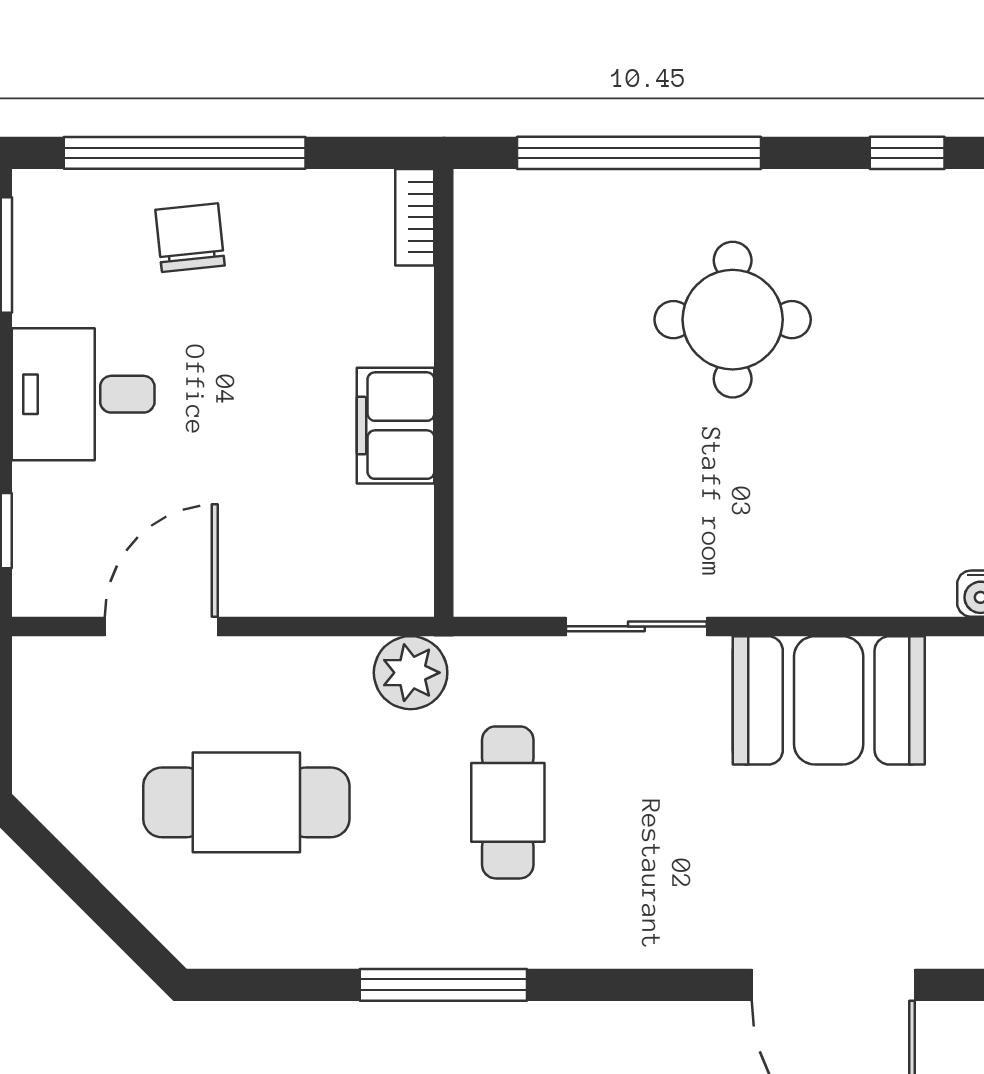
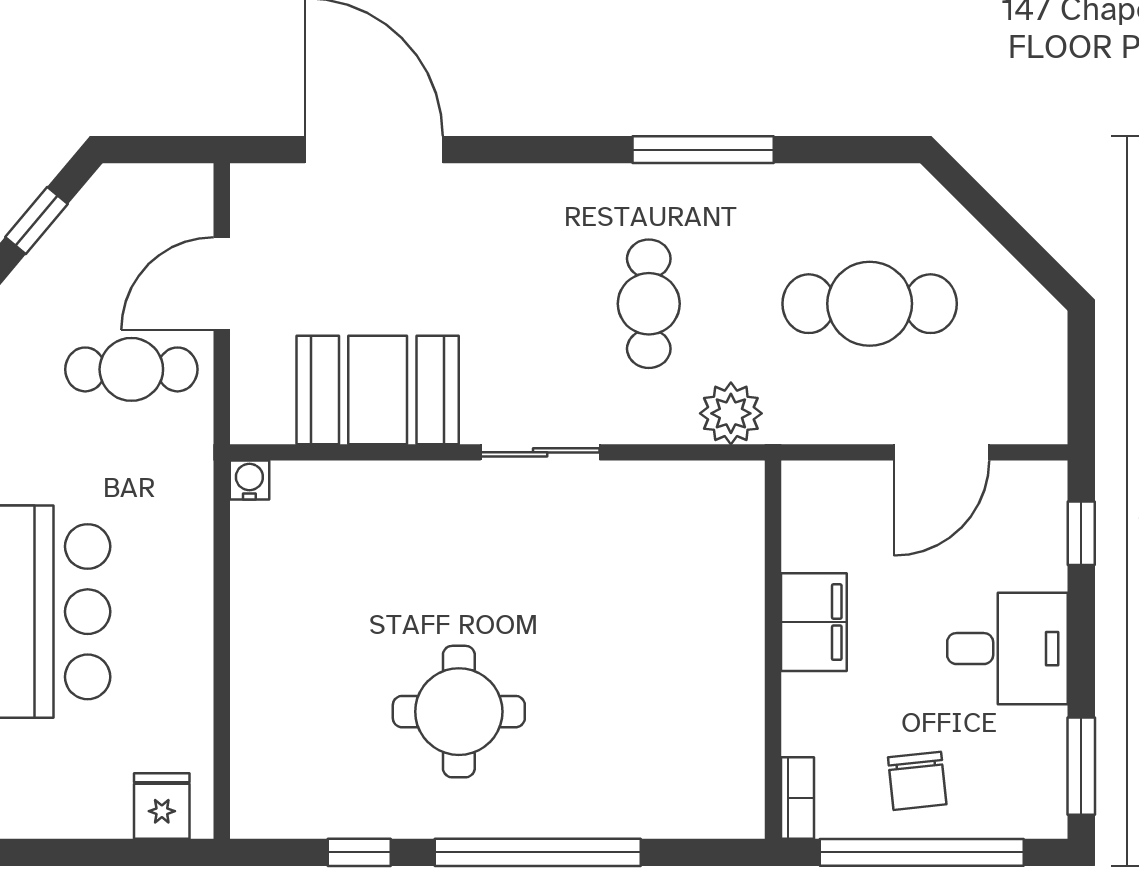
window: (907, 153) -> (359, 852), moved
bookcase: (415, 217) -> (798, 798), moved
wall: (444, 393) -> (773, 650), moved
filing cabinet: (396, 426) -> (814, 622), moved

